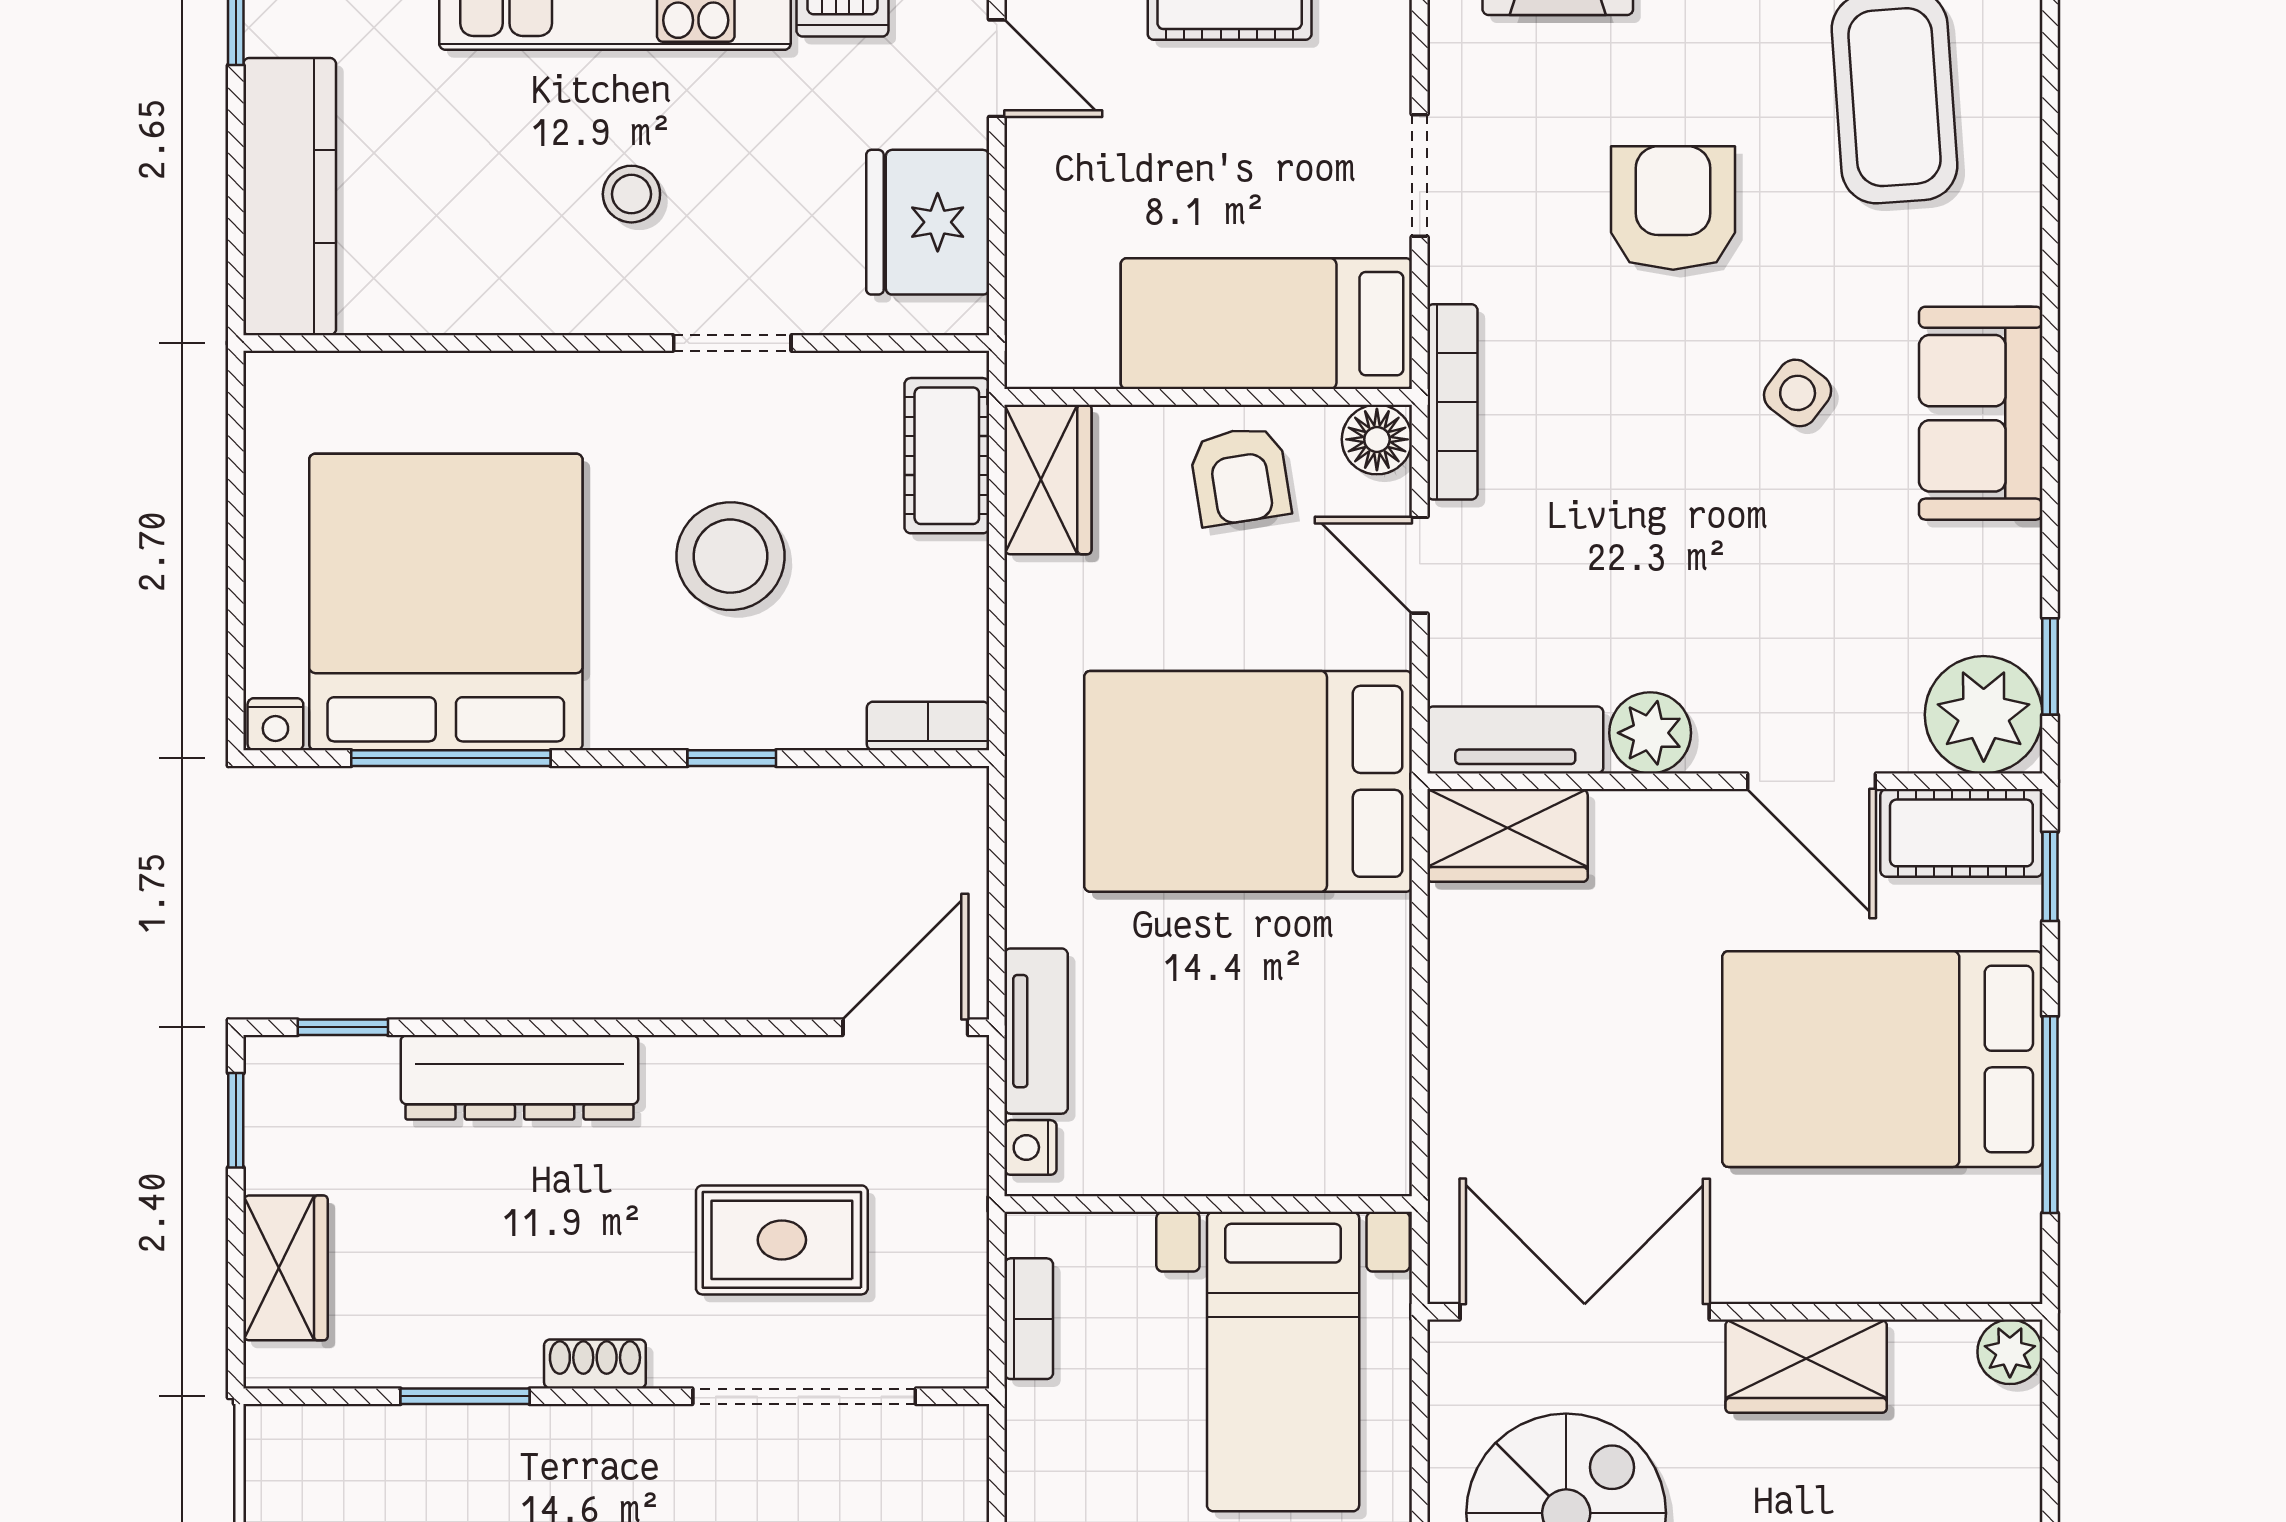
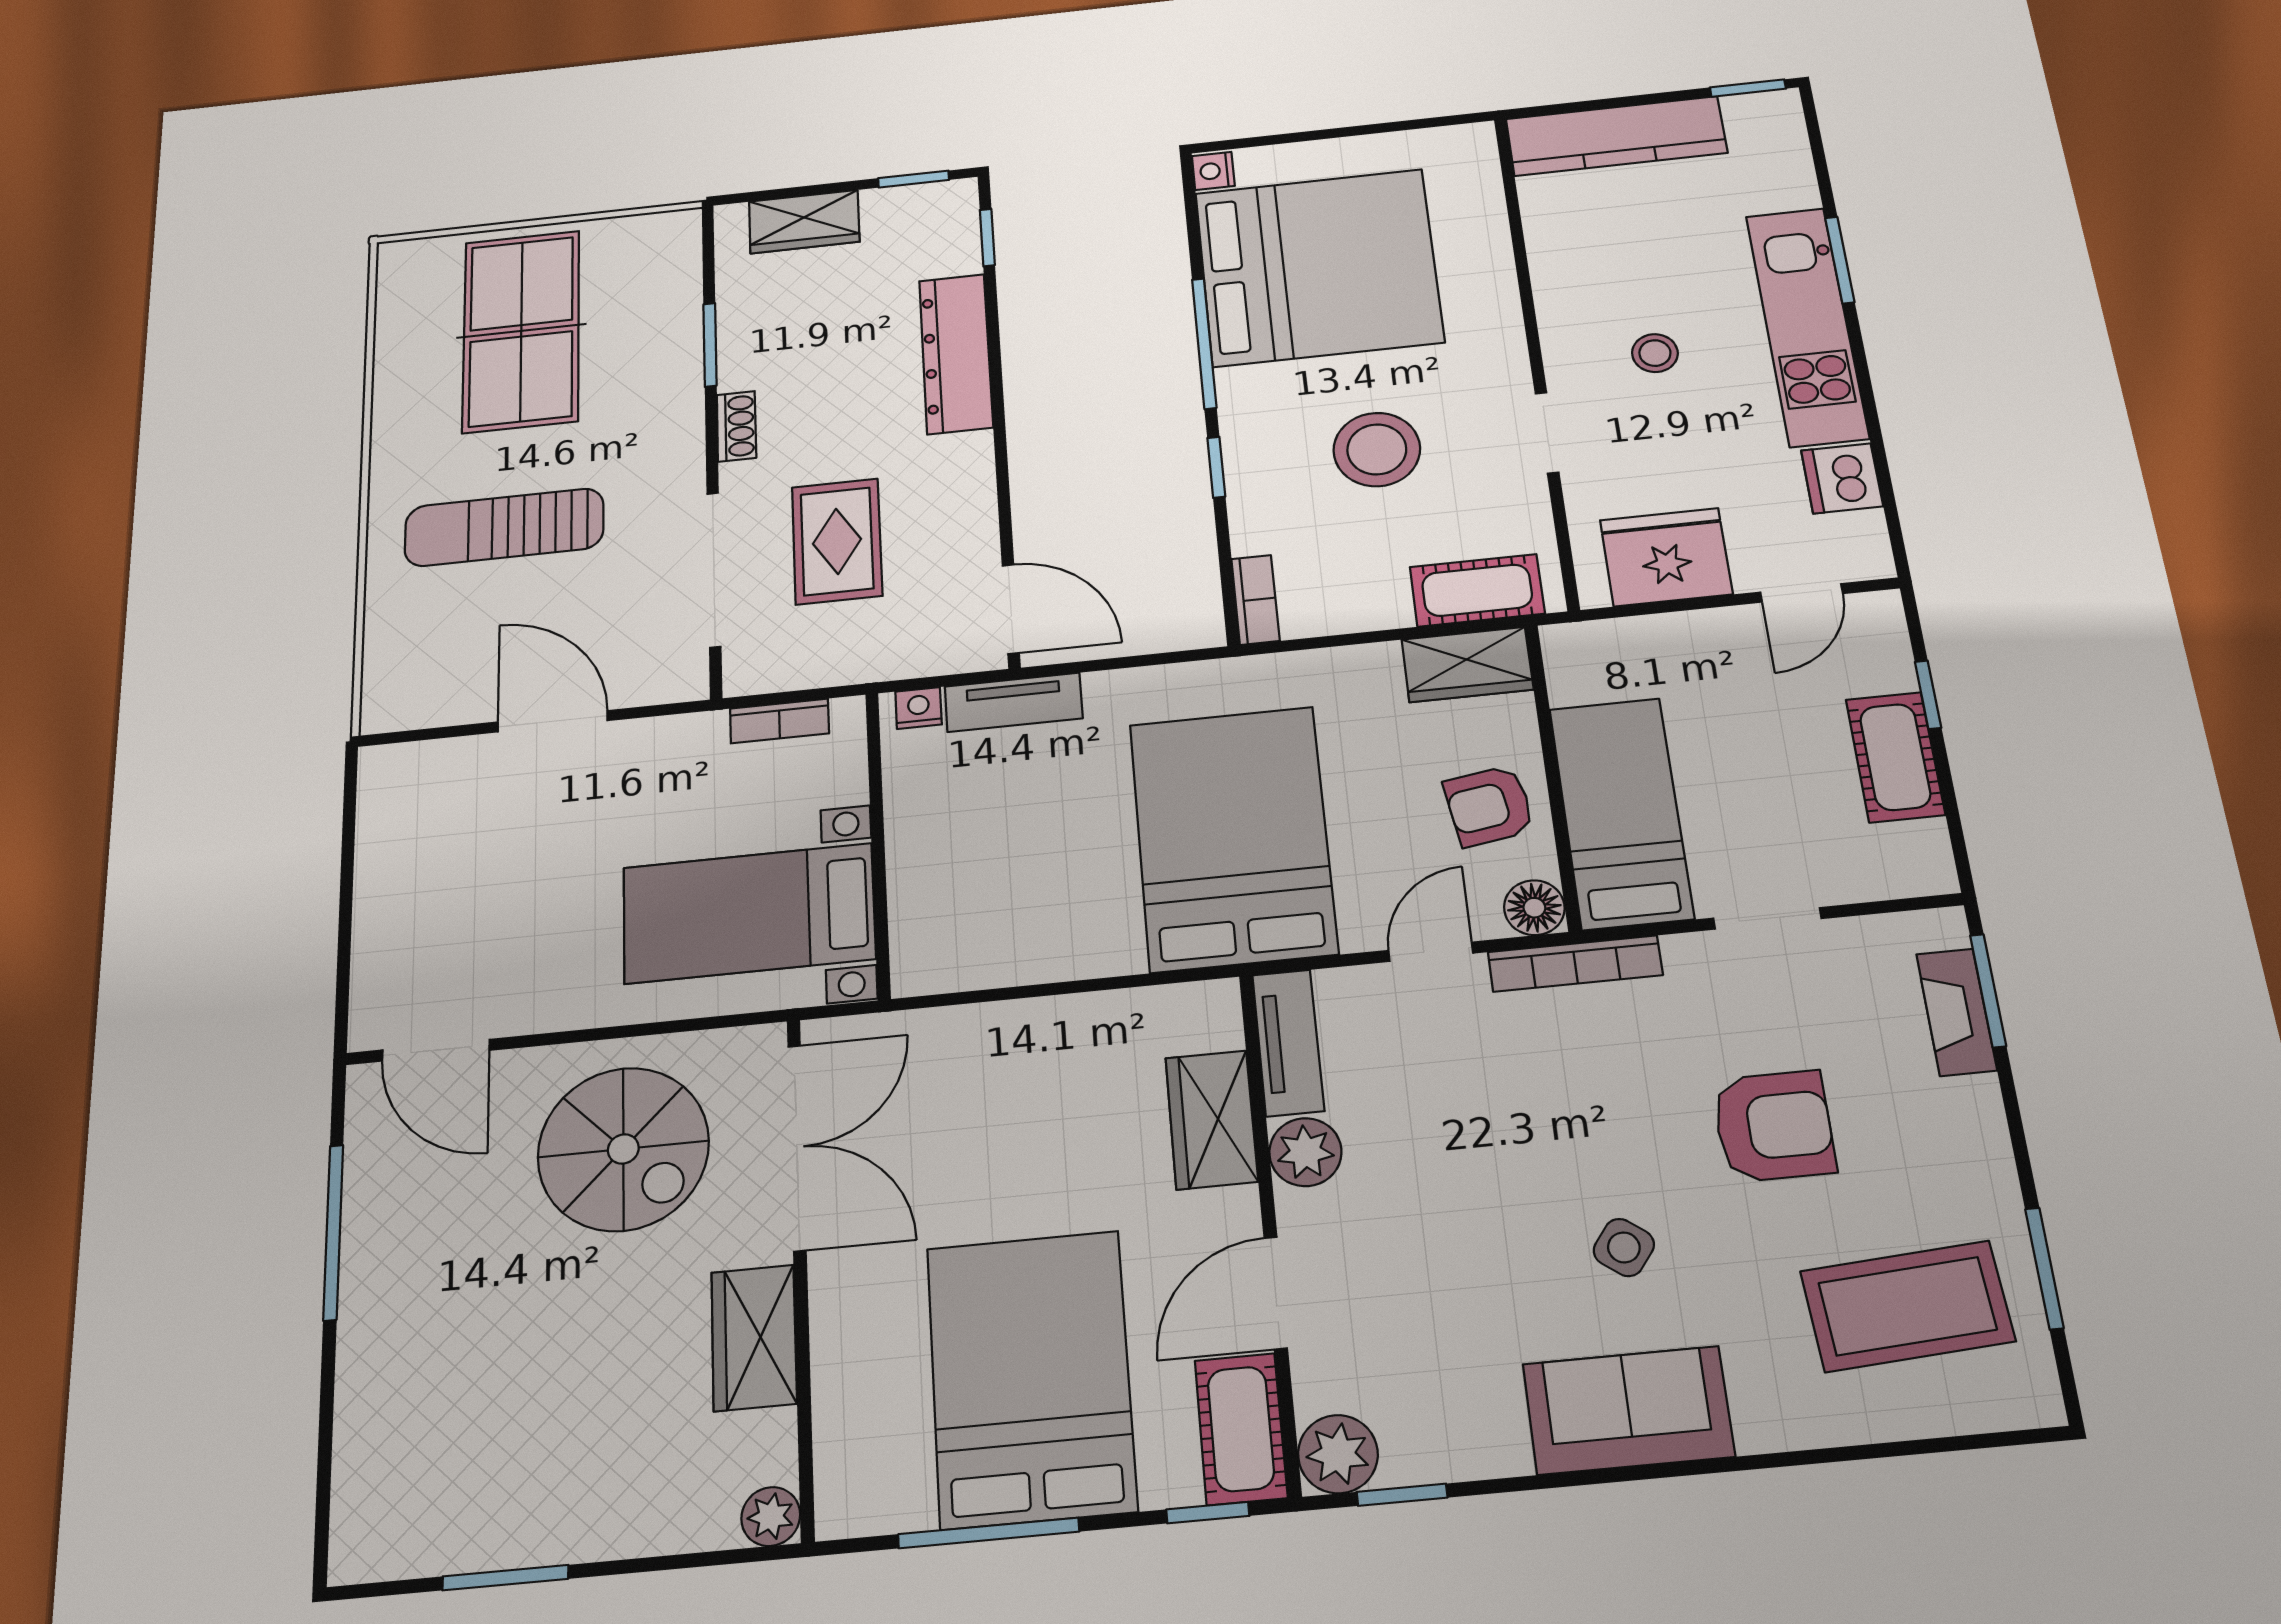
plant: (1984, 715) -> (1338, 1454), width x0.73, depth x0.73
window: (451, 758) -> (1204, 343), moved
wardrobe: (1507, 835) -> (1212, 1120), moved

